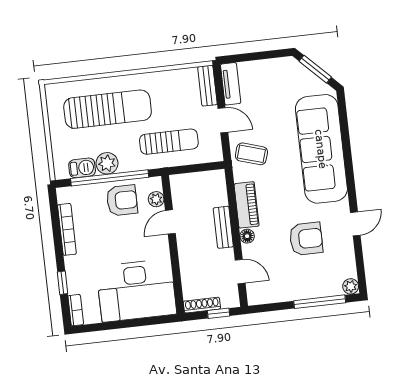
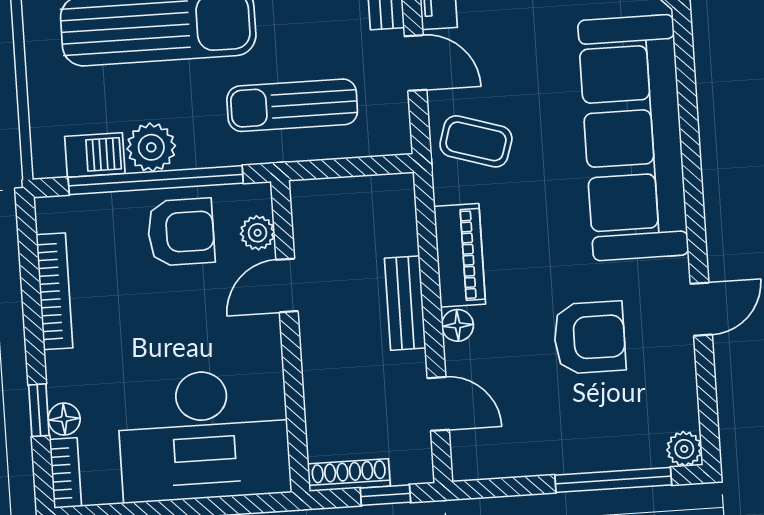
sun lounger: (169, 142) -> (292, 105), turned 180
floor lamp: (74, 286) -> (64, 419), added

